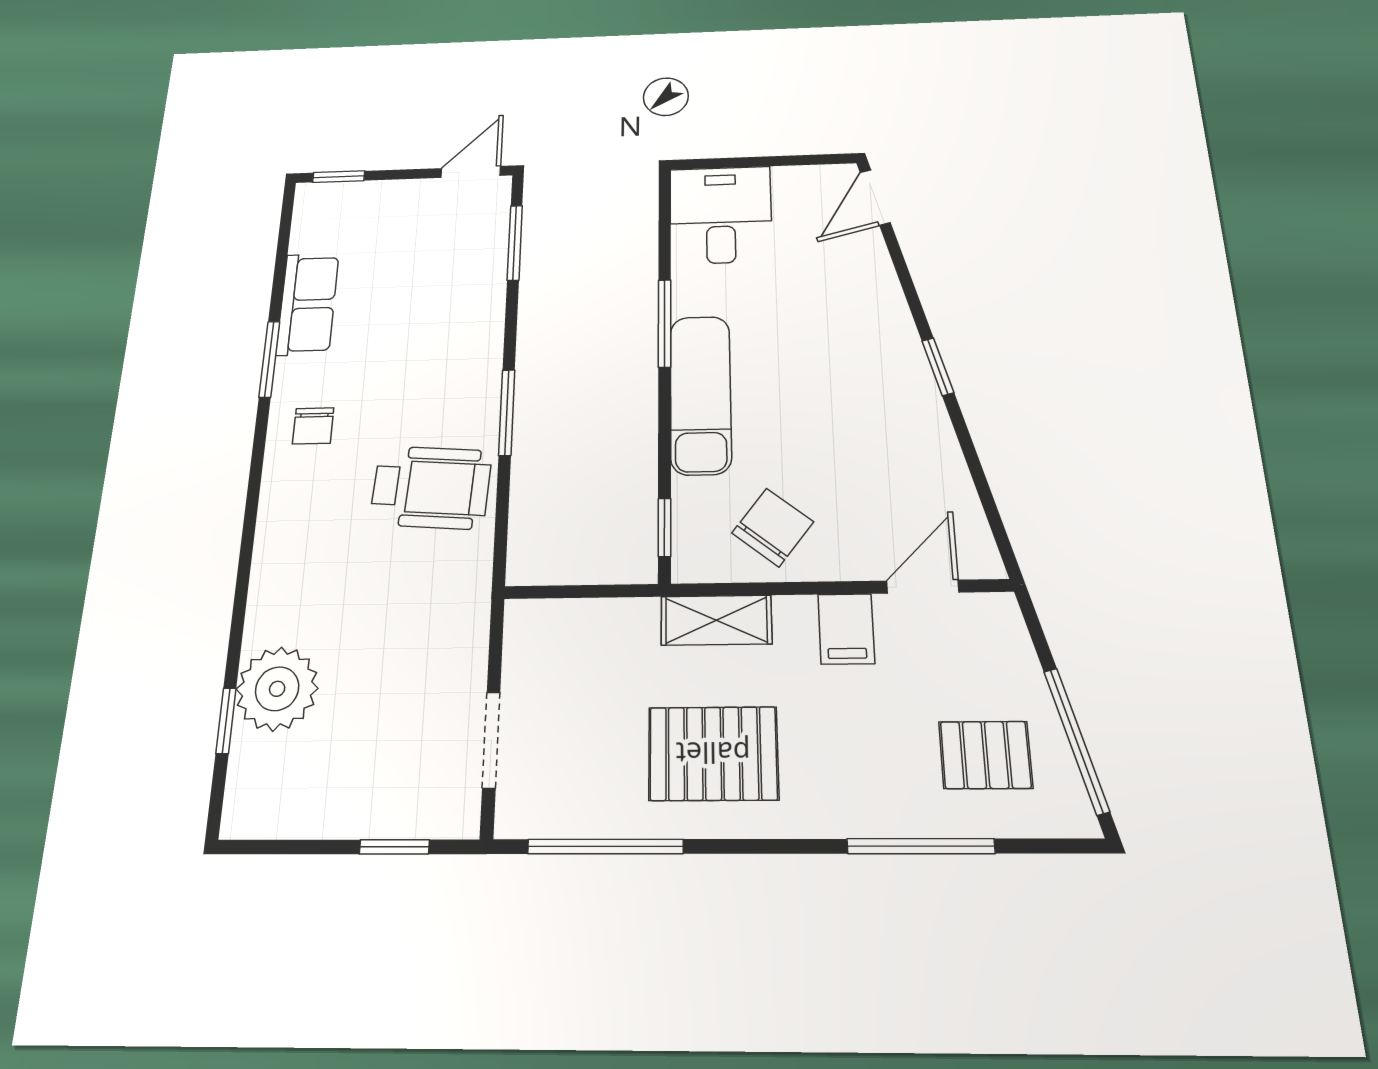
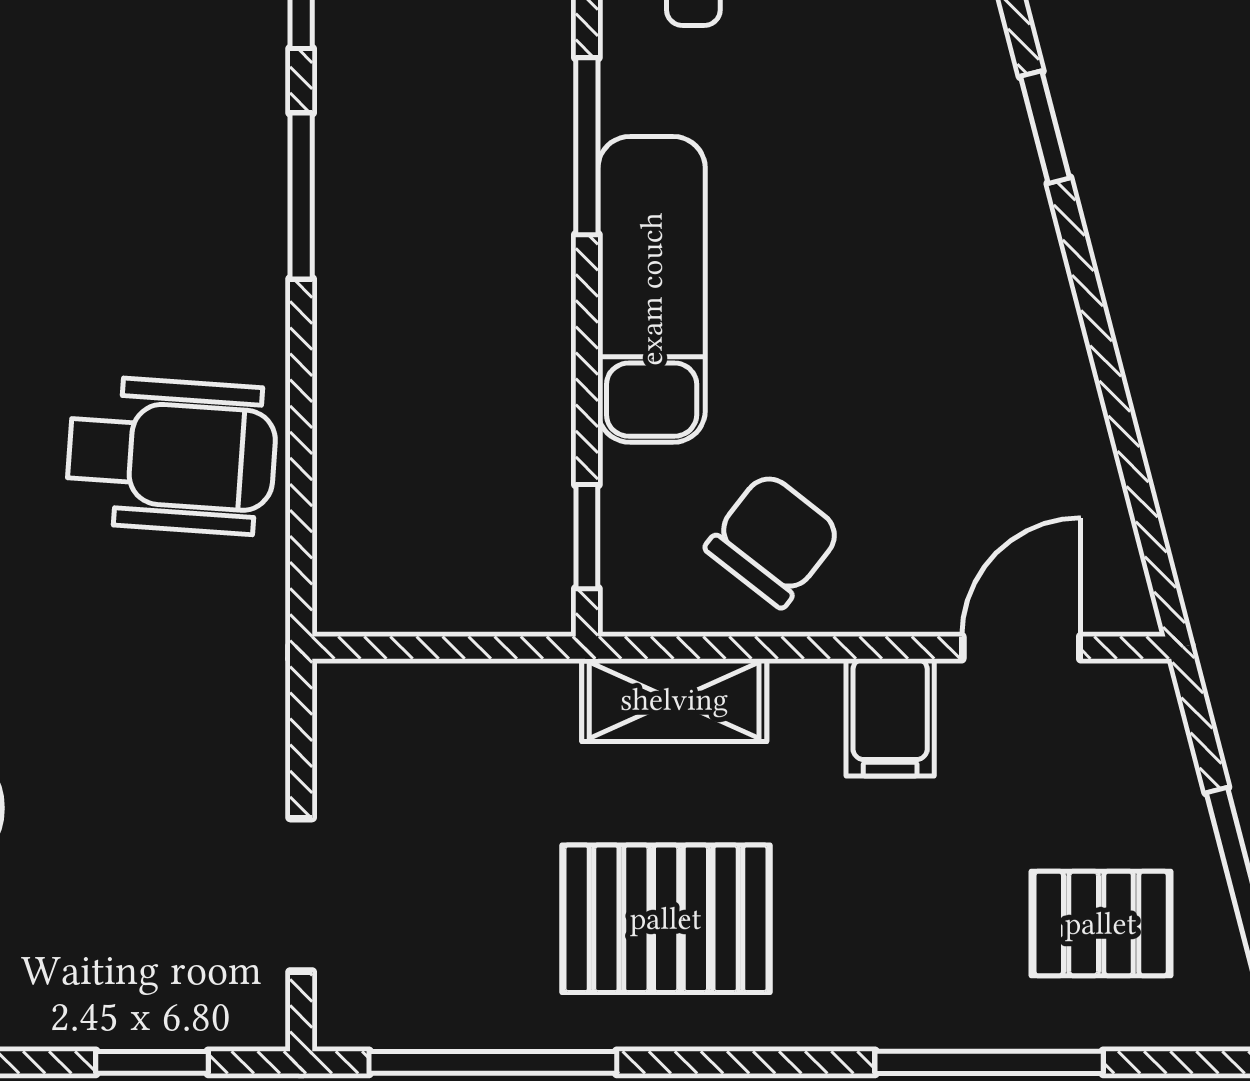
window: (938, 367) -> (1045, 127), moved
window: (507, 412) -> (301, 196), moved

